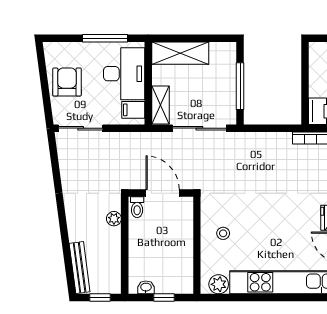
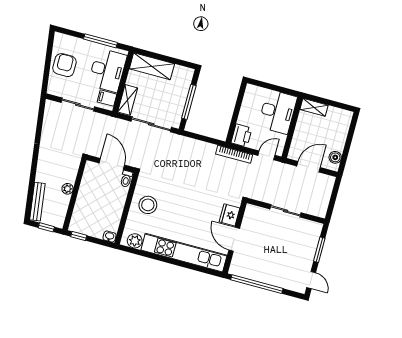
sliding door: (81, 128) -> (78, 105), moved
toilet: (137, 207) -> (126, 179), moved
plant: (114, 219) -> (68, 189), moved
stool: (223, 233) -> (148, 205), width x1.89, depth x1.89
washbasin: (146, 287) -> (109, 237), moved
window: (164, 298) -> (79, 236), moved

